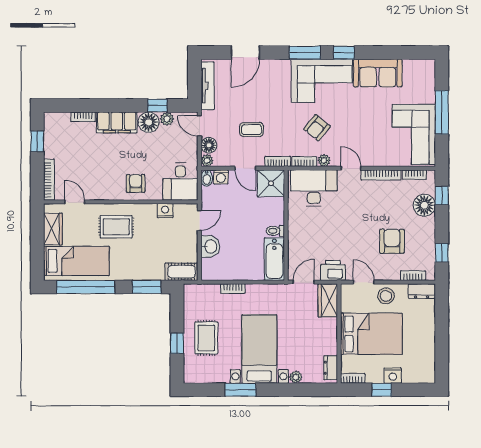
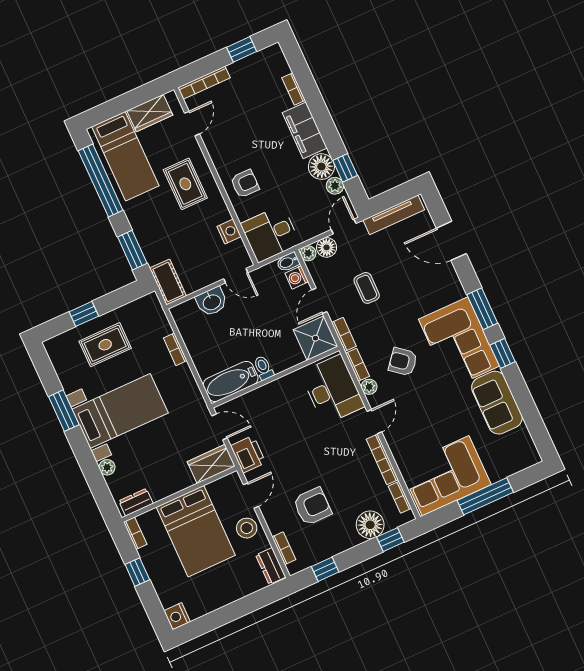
nightstand: (393, 375) -> (177, 616), moved

